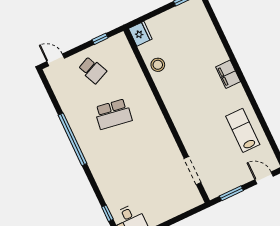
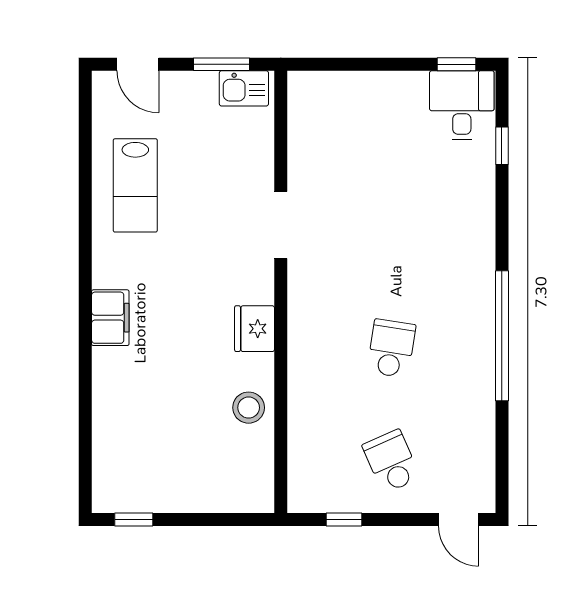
fridge: (140, 34) -> (255, 329), moved
school desk: (113, 114) -> (391, 348), width x0.54
doorway: (192, 171) -> (281, 225), moved
kitchen sink: (218, 188) -> (244, 88), added

